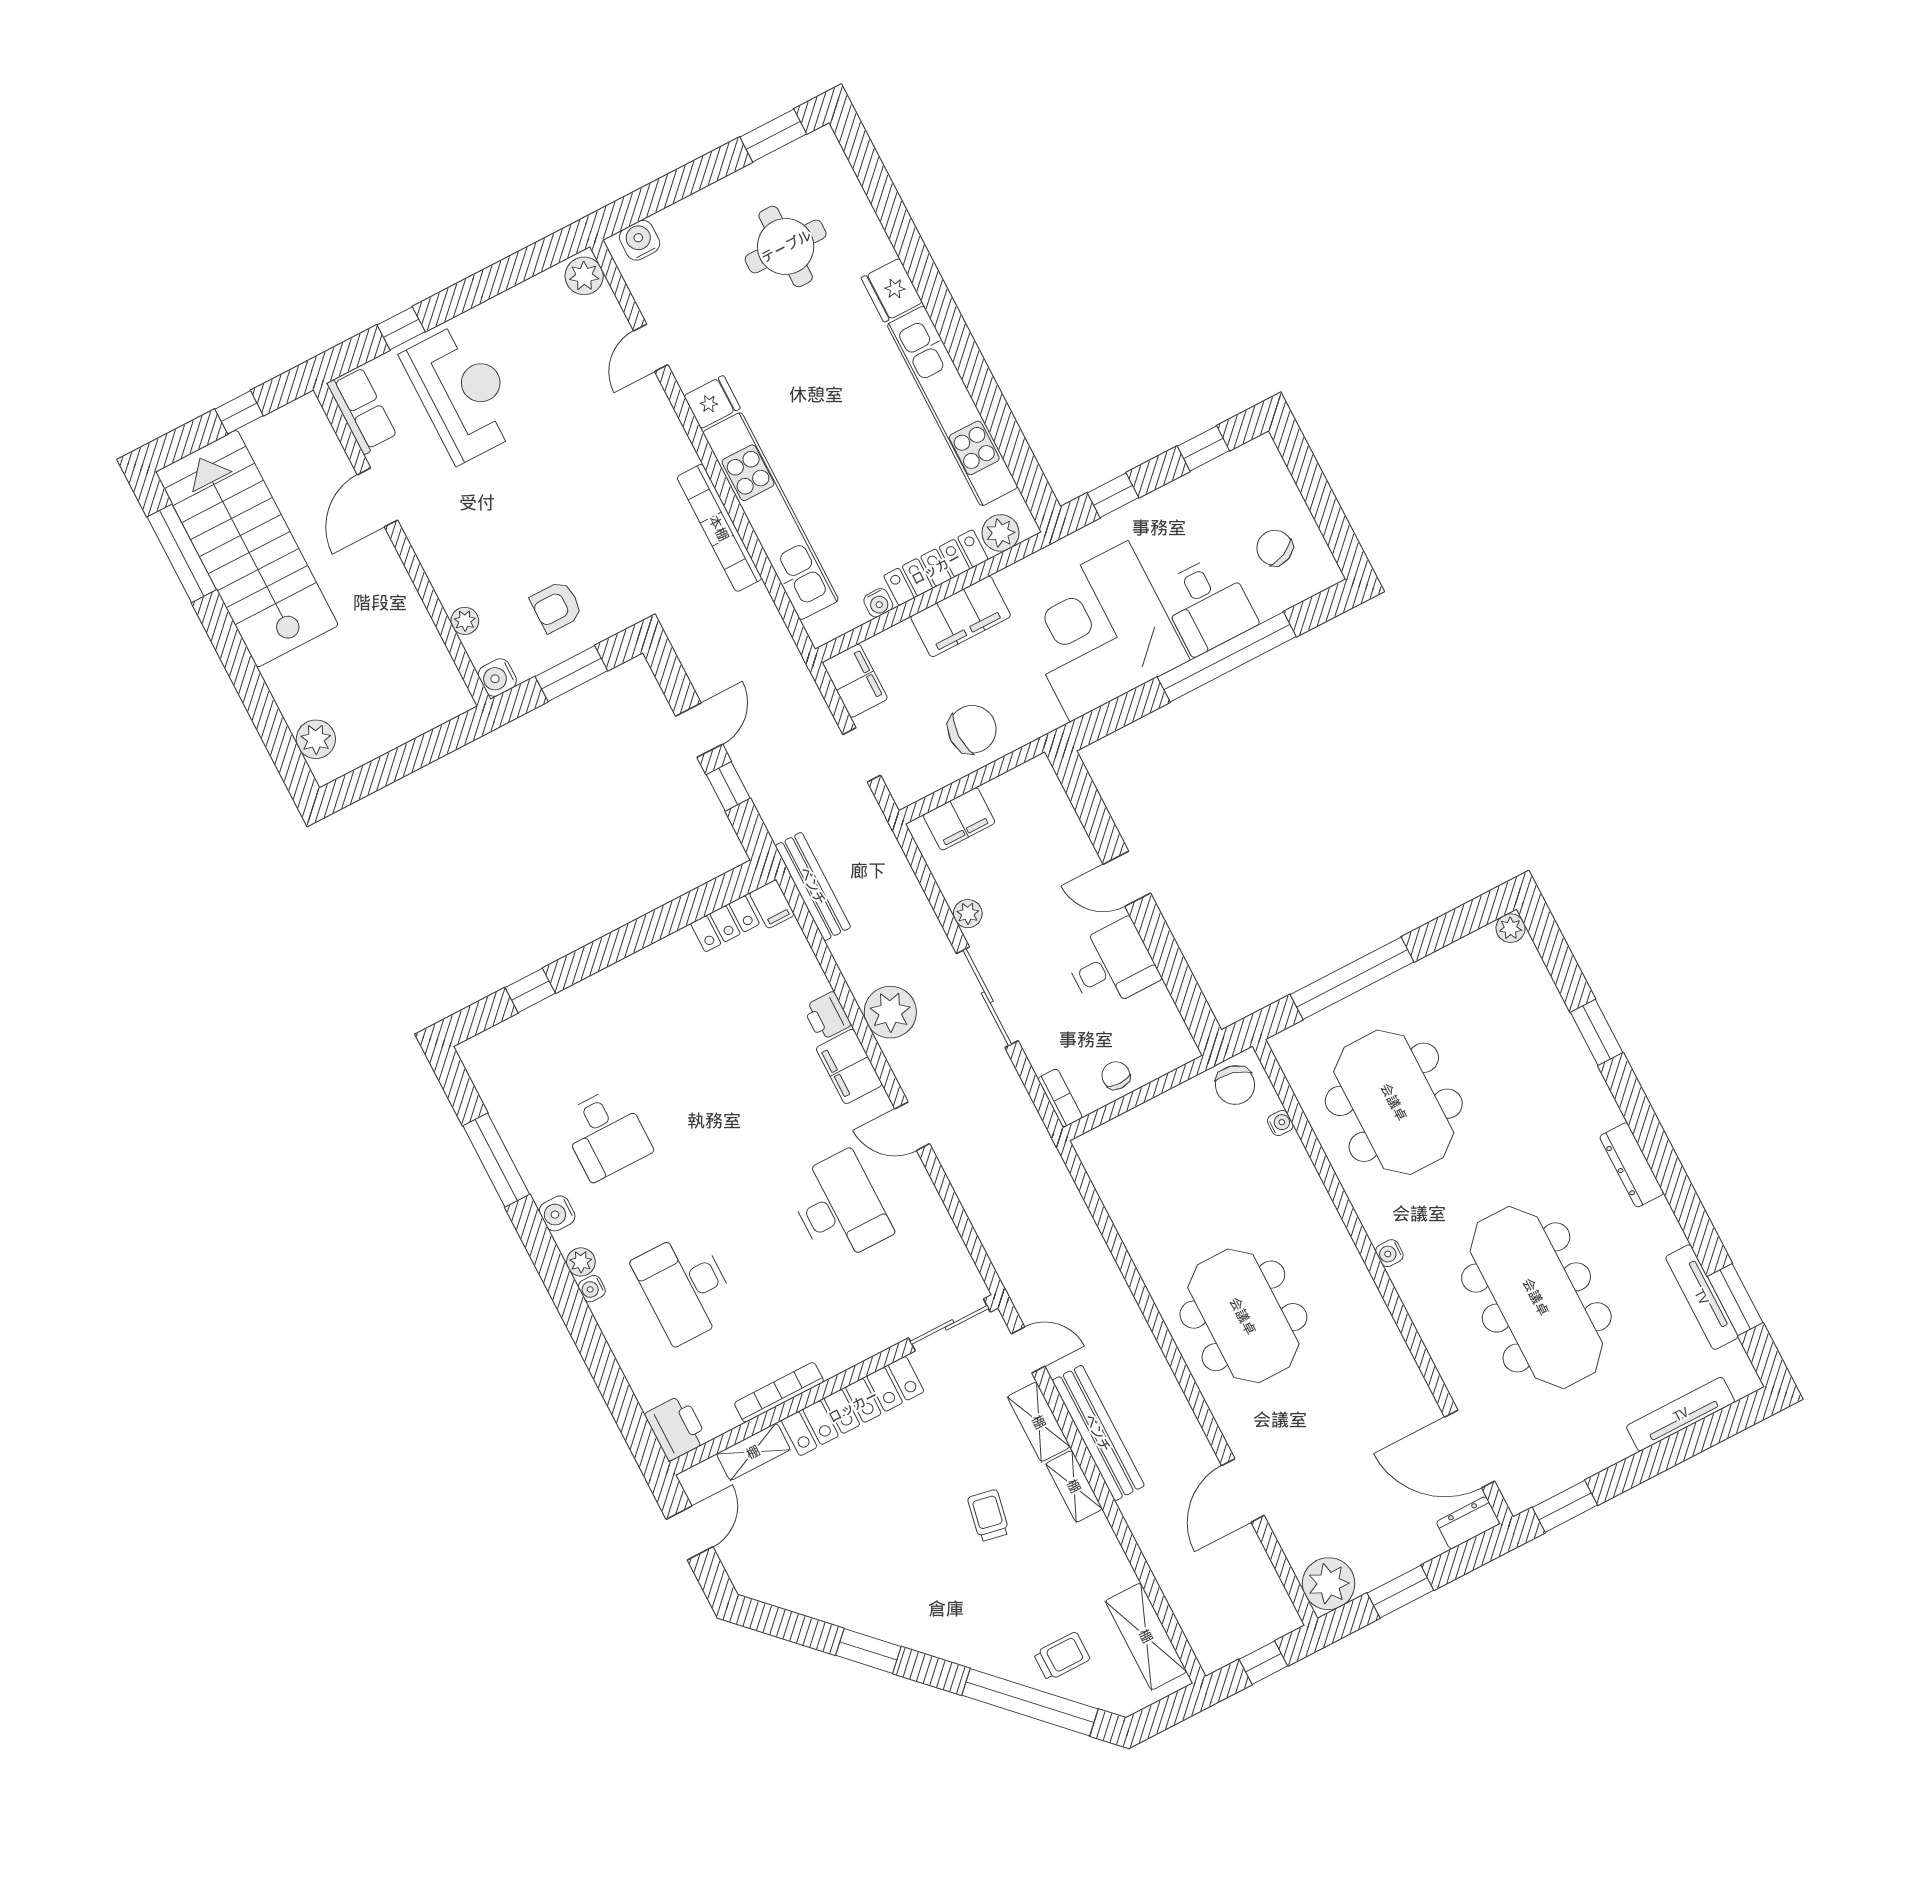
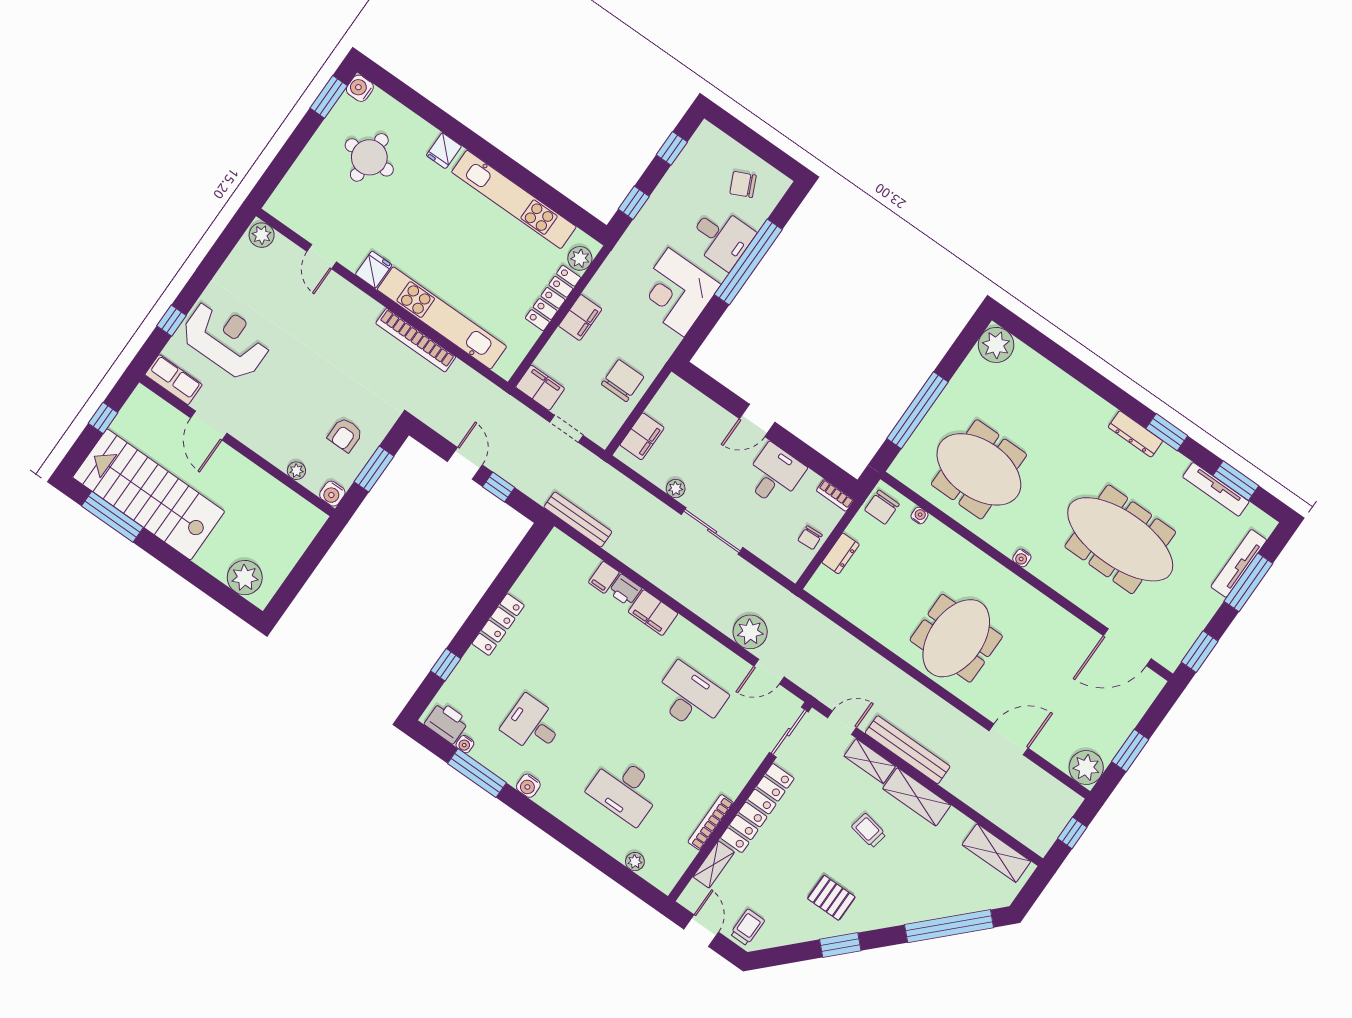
water cooler: (640, 240) -> (360, 88), moved
fridge: (892, 290) -> (444, 151), width x0.72
water cooler: (878, 603) -> (530, 336), removed
filing cabinet: (961, 616) -> (580, 317), width x0.67, depth x0.86
corner desk: (1099, 631) -> (676, 292), width x0.74, depth x0.74
plant: (316, 739) -> (245, 578), width x1.36, depth x1.36
filing cabinet: (772, 904) -> (604, 577), moved, turned 90
locker: (725, 924) -> (498, 624), moved, width x1.53
plant: (1511, 928) -> (996, 345), width x1.87, depth x1.87
plant: (890, 1012) -> (750, 632), moved
window: (1597, 1032) -> (1167, 432), moved
chair: (1116, 1076) -> (810, 538), turned -93
chair: (1235, 1085) -> (882, 507), turned 75
bookcase: (1060, 1098) -> (835, 495), moved, turned 180
door: (912, 1126) -> (769, 672), moved
desk: (606, 1134) -> (532, 725), turned 180
plant: (581, 1262) -> (635, 862), moved
water cooler: (592, 1289) -> (465, 744), moved
meeting table: (1243, 1316) -> (956, 638), turned 90
printer: (676, 1428) -> (447, 722), moved
window: (1680, 1447) -> (1248, 582), added
shelving: (1074, 1486) -> (917, 797), width x1.50, depth x1.33
door: (1243, 1490) -> (1009, 739), swing flipped
dresser: (1468, 1523) -> (841, 553), moved, turned 180
pallet: (890, 1580) -> (831, 898), added
trolley: (1062, 1656) -> (747, 927), moved

